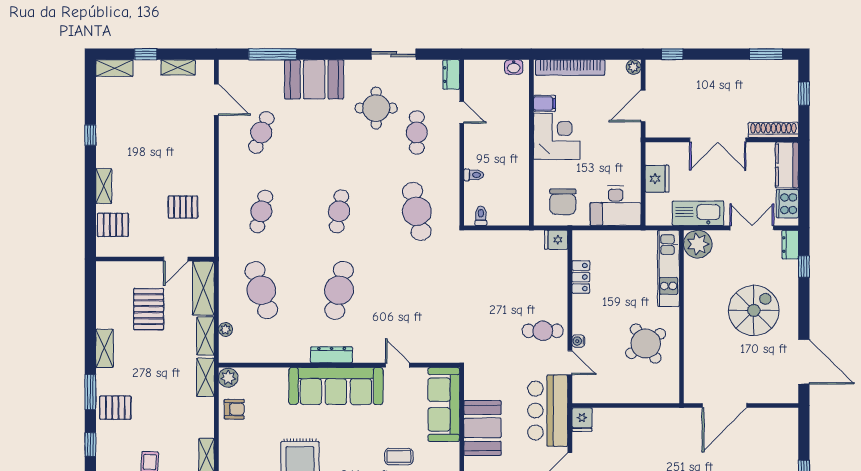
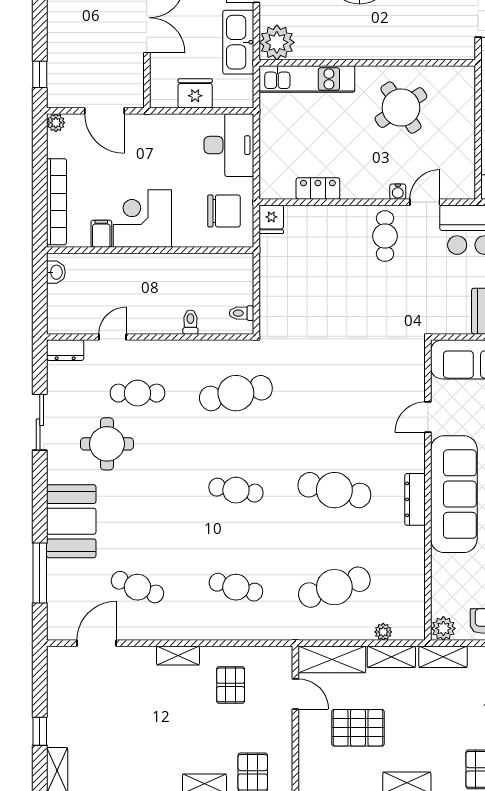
shelving: (178, 67) -> (178, 656), moved, turned 90

